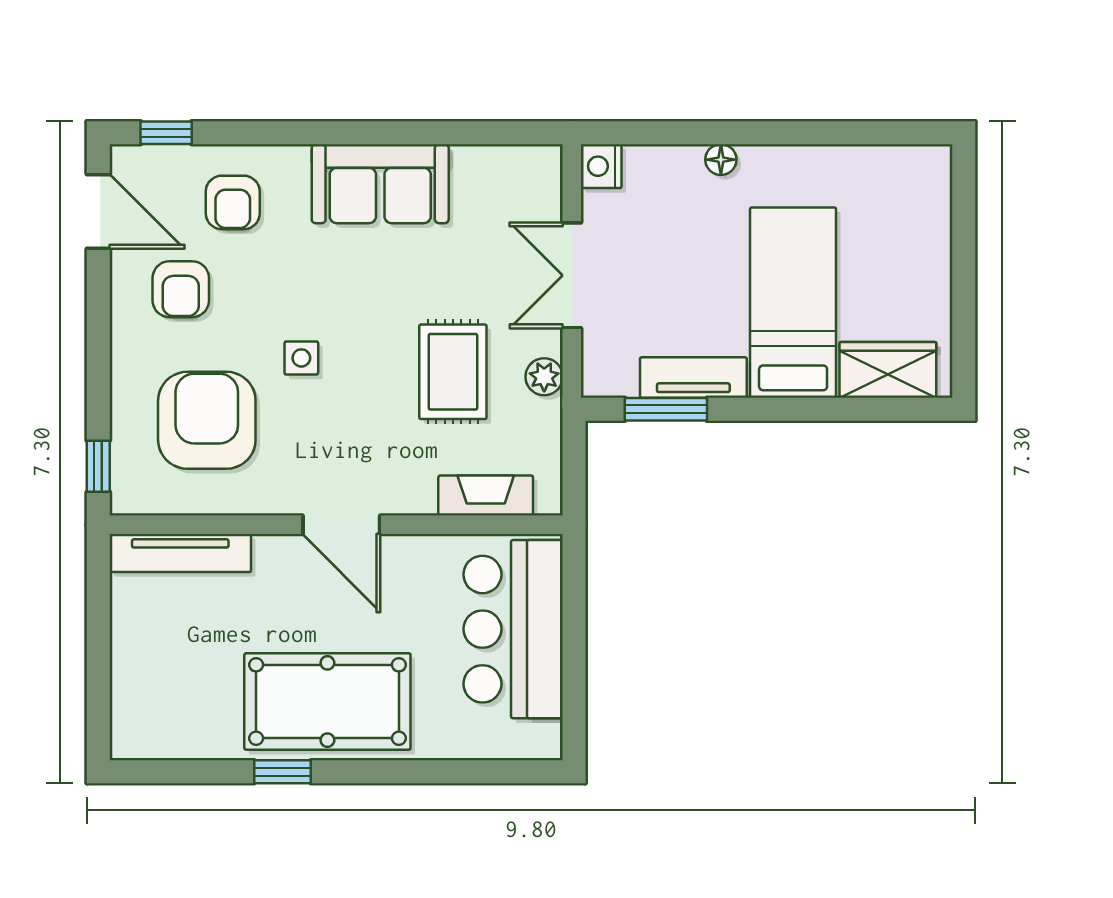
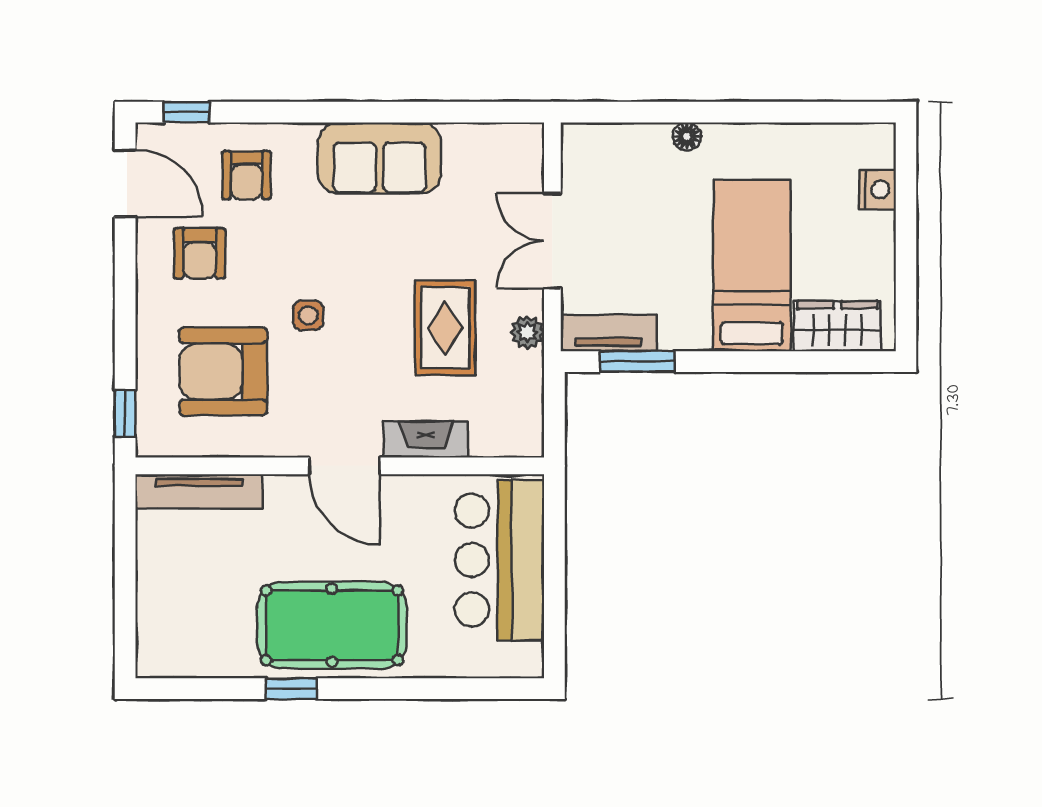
nightstand: (601, 166) -> (877, 190), moved, turned 180
tv unit: (693, 378) -> (609, 333), moved
armchair: (207, 420) -> (223, 372), turned -90
fireplace: (486, 496) -> (426, 439), moved

